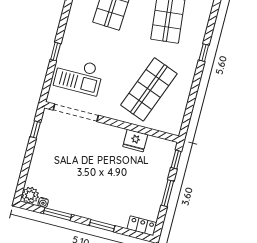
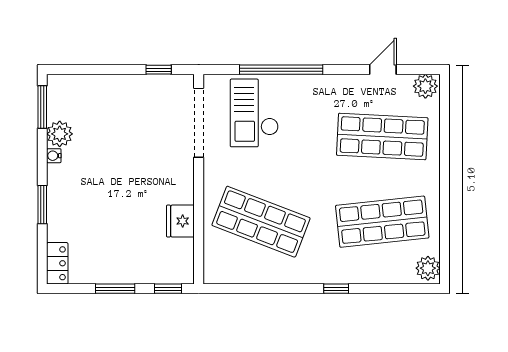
window: (56, 52) -> (281, 70), width x3.17
plant: (30, 195) -> (60, 134), moved
water cooler: (43, 203) -> (54, 156), moved
window: (57, 214) -> (42, 107), moved

